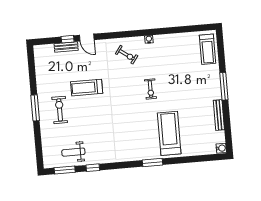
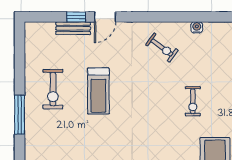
door: (87, 38) -> (105, 17), hinge flipped
treadmill: (87, 88) -> (98, 91), turned -90
exercise bike: (60, 110) -> (53, 89), moved, turned 180

